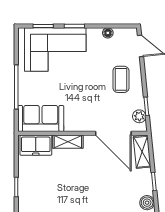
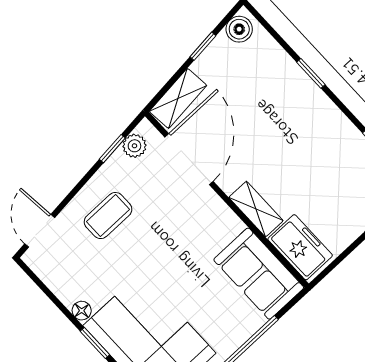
floor lamp: (108, 33) -> (82, 311), moved

